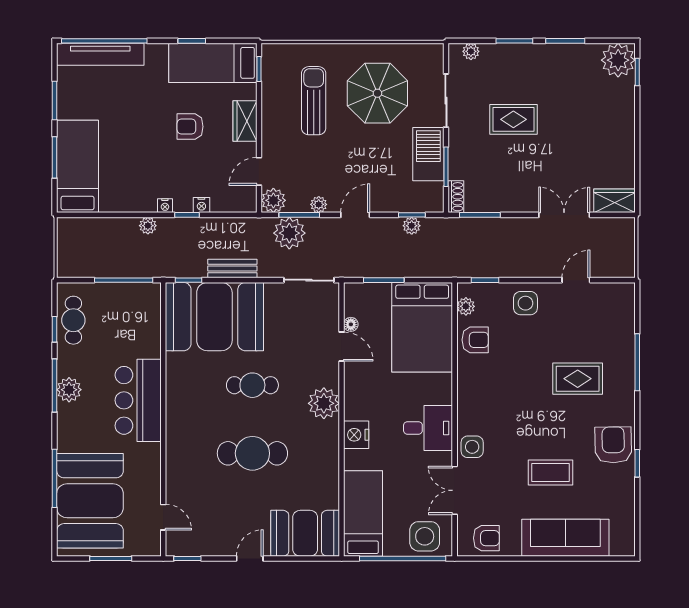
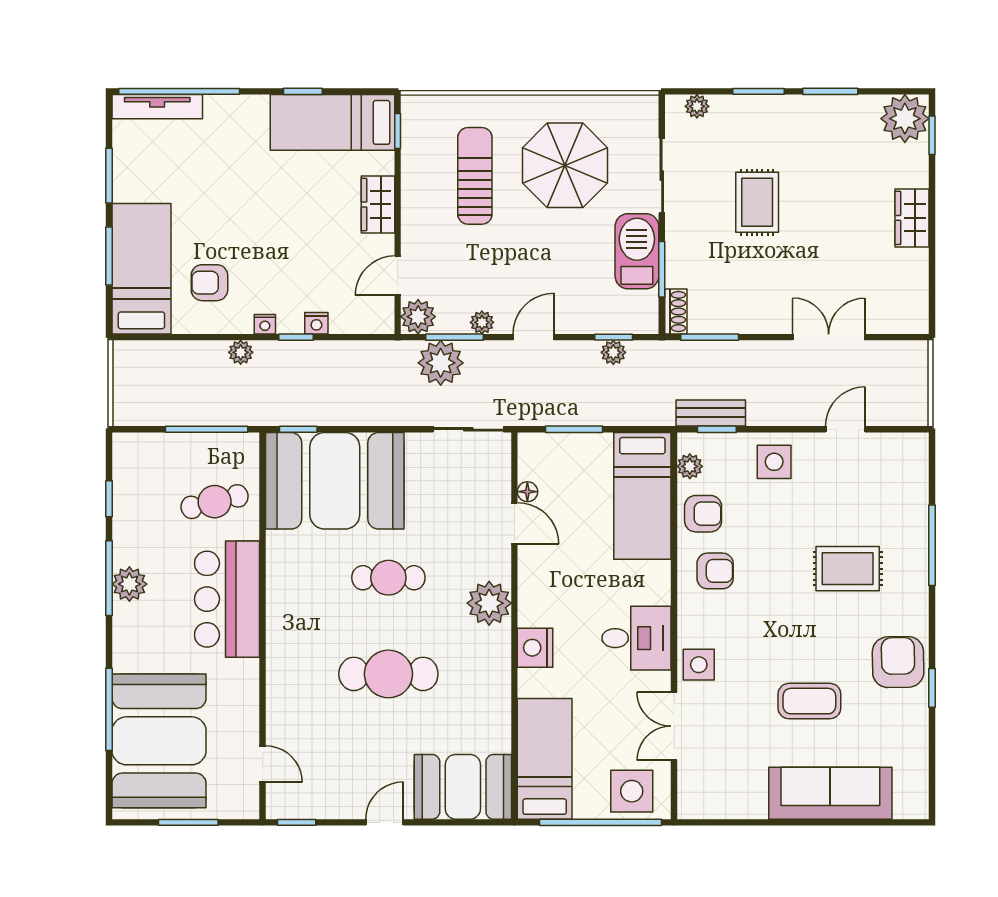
tv unit: (100, 54) -> (157, 107), width x0.73, depth x0.78
rug: (513, 119) -> (757, 202), turned 90
armchair: (190, 127) -> (209, 283), moved
wardrobe: (615, 201) -> (912, 218), moved, turned -90
bench: (232, 269) -> (711, 413), moved
cafe table: (73, 320) -> (215, 502), moved, turned 76
bed: (422, 327) -> (642, 496), width x0.67
armchair: (486, 538) -> (715, 571), moved

